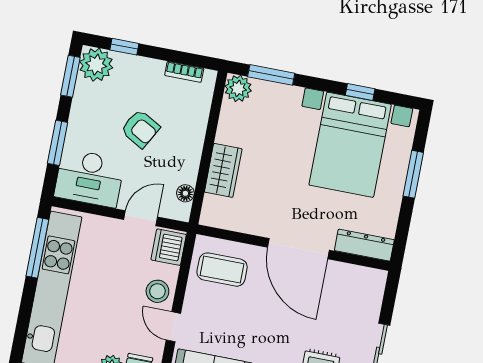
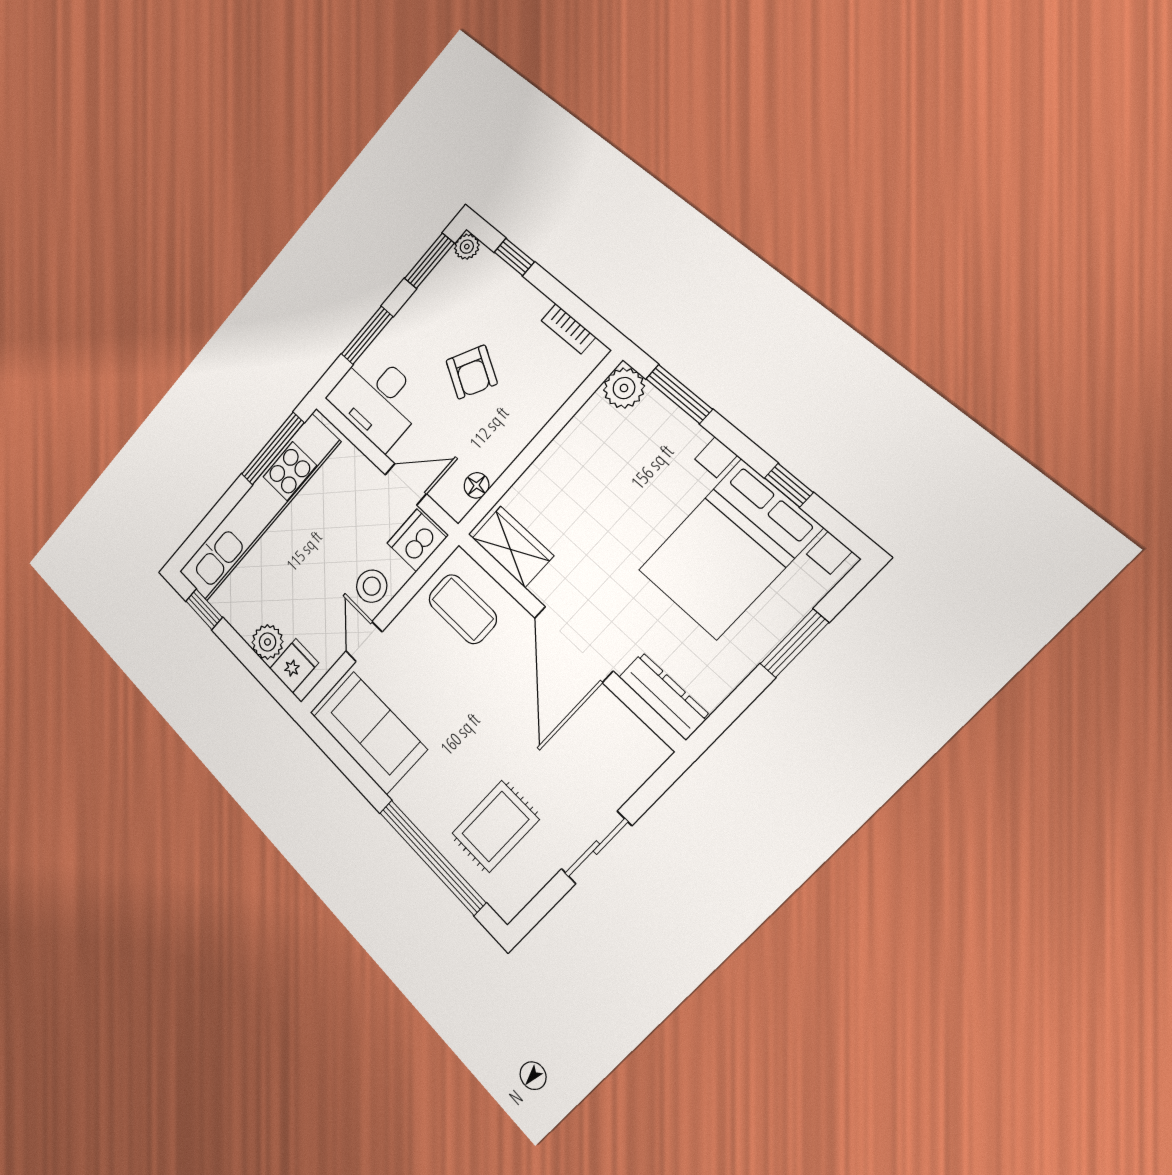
plant: (96, 65) -> (467, 247), width x0.53, depth x0.53
wardrobe: (223, 170) -> (513, 547), moved, turned -90

